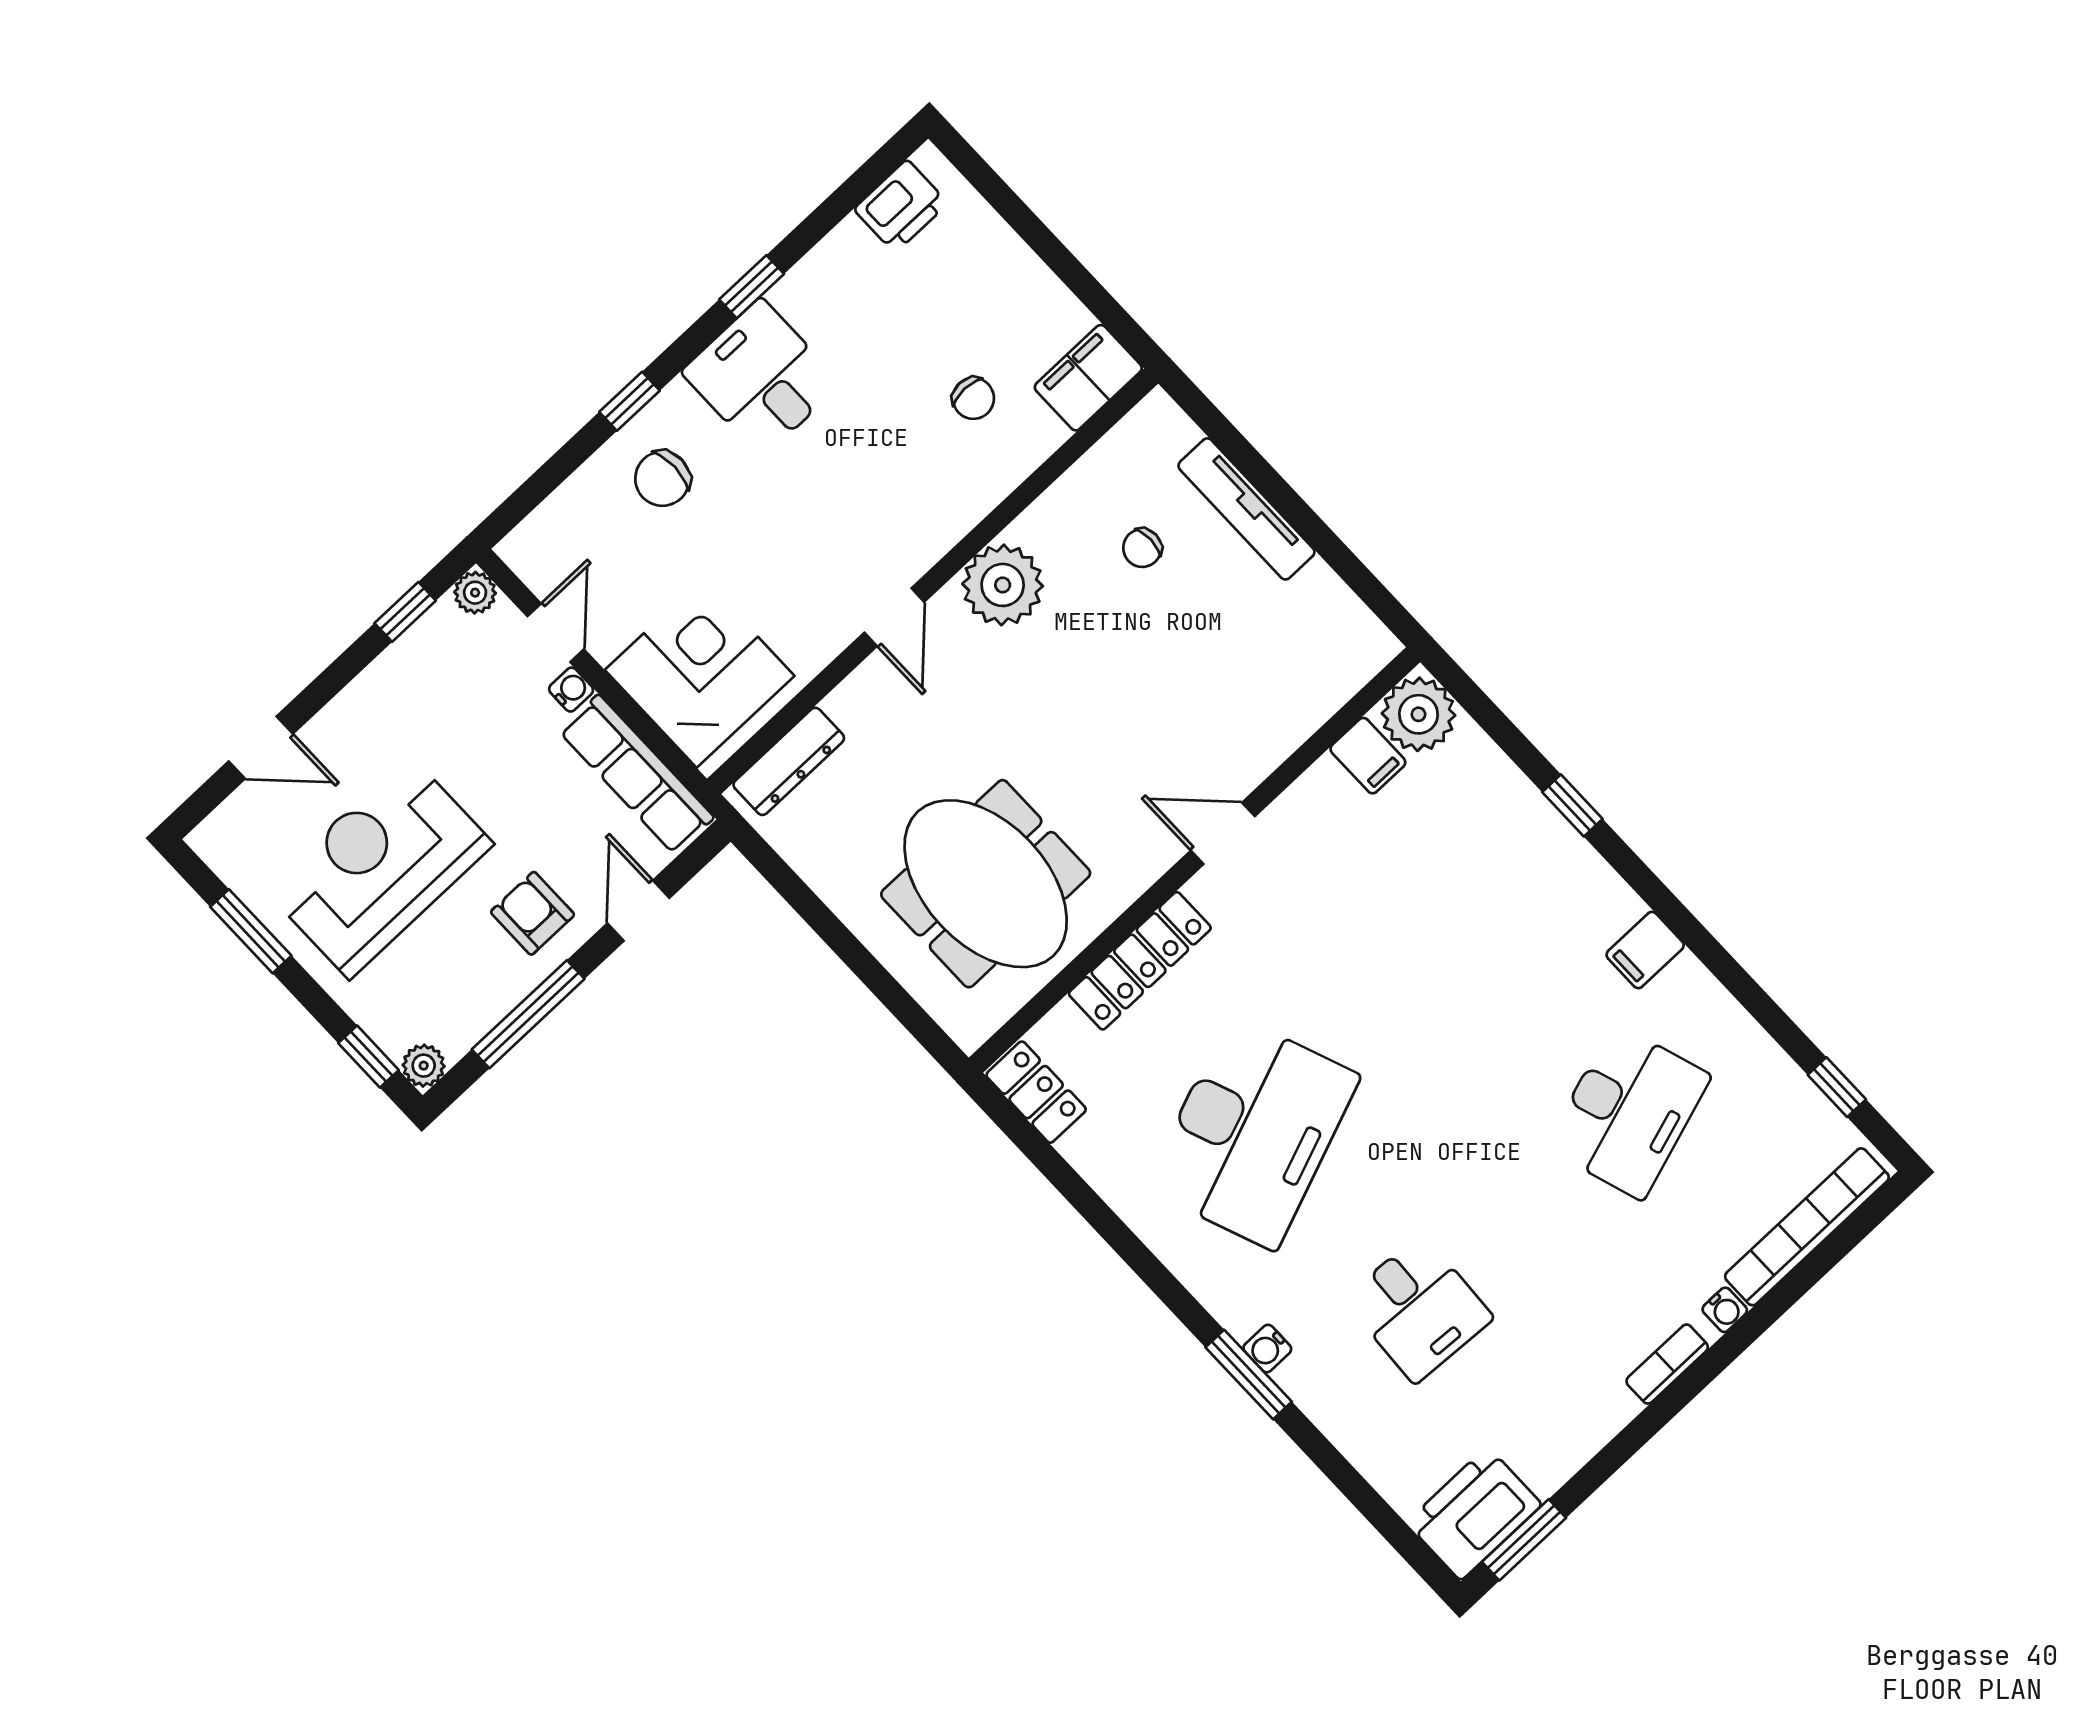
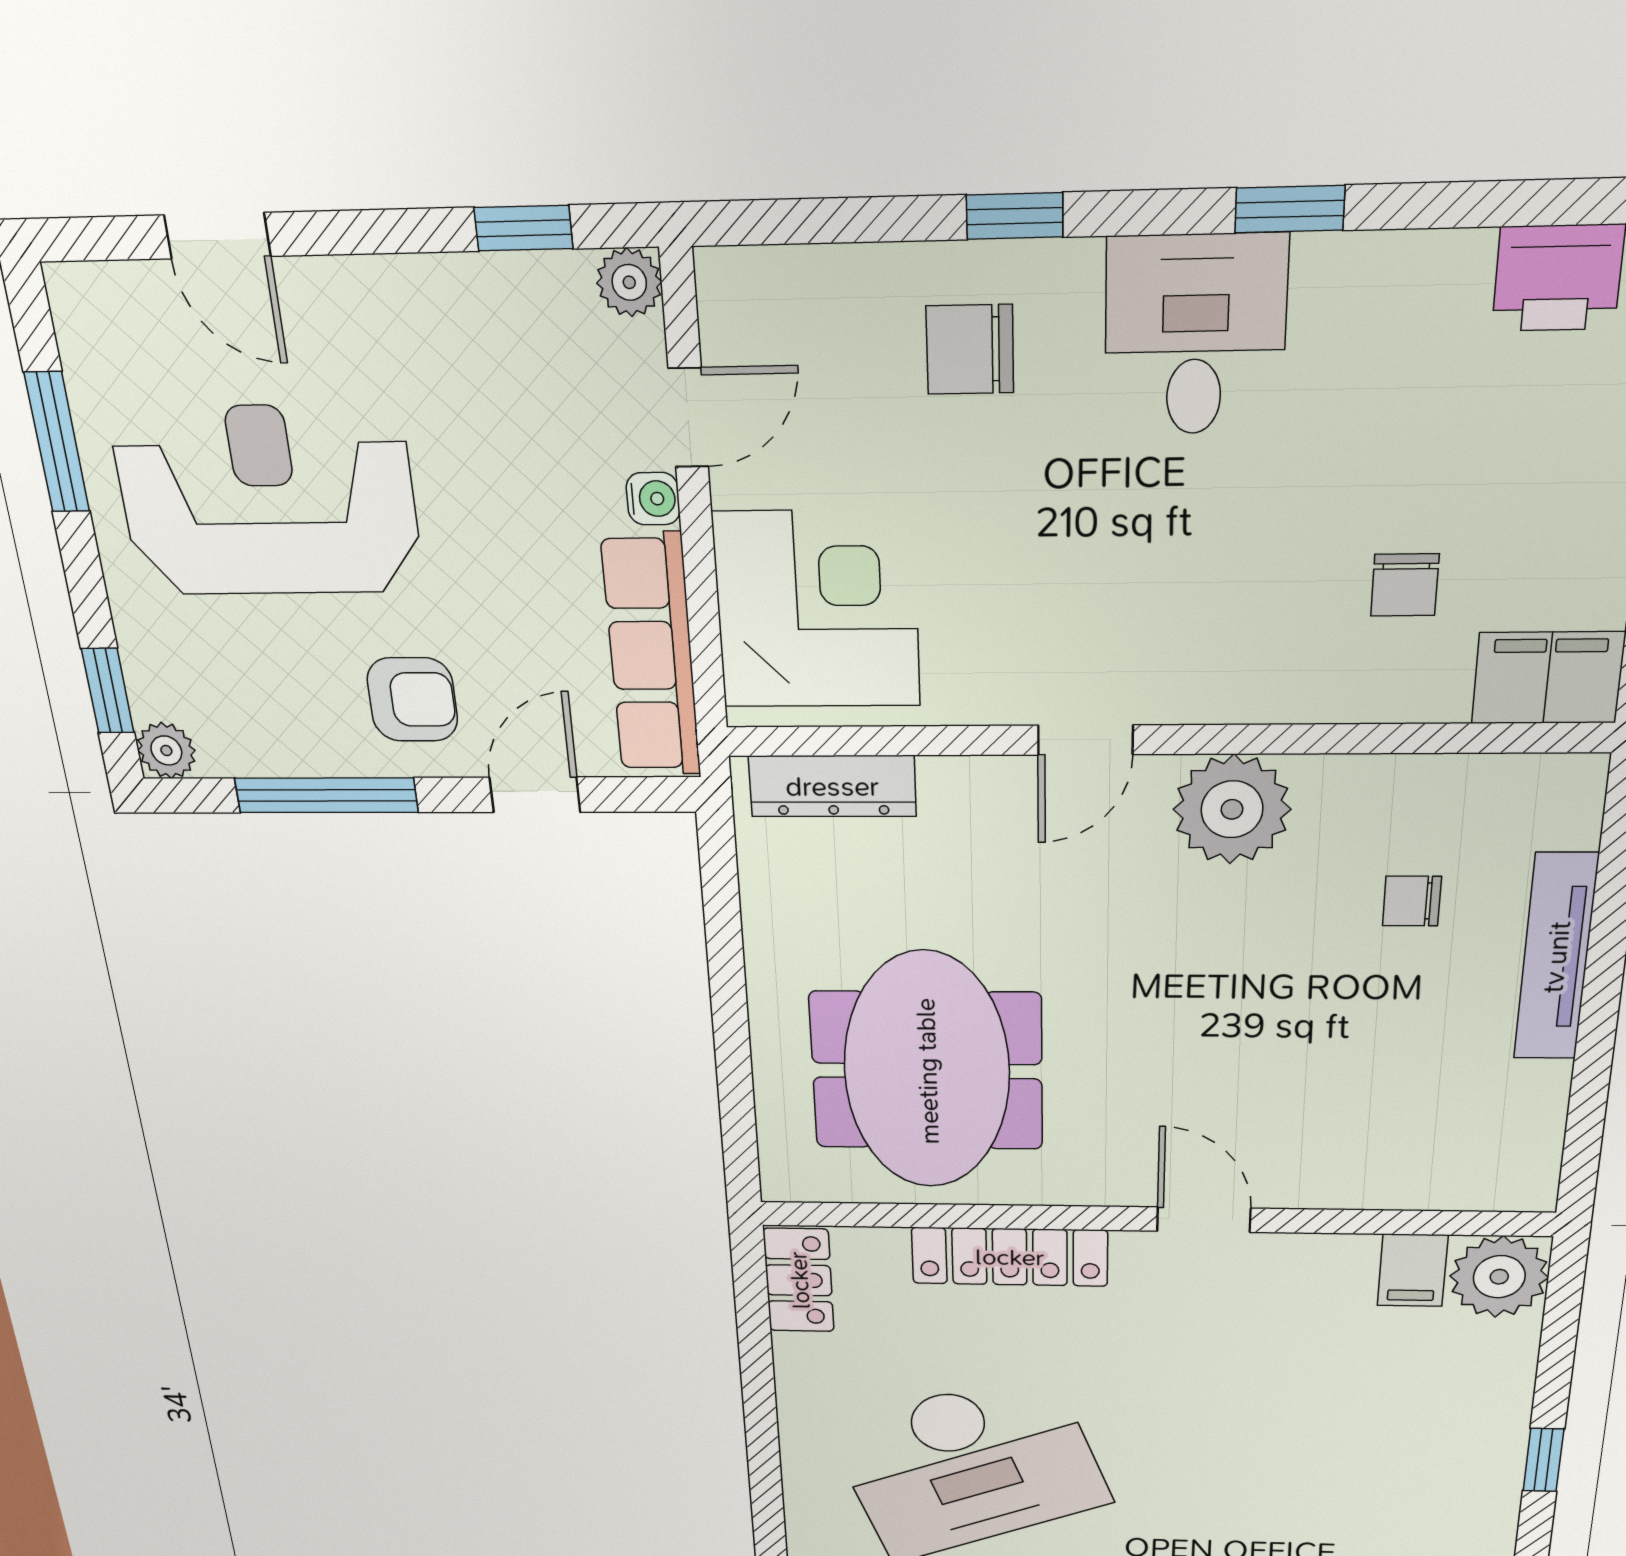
armchair: (533, 913) -> (412, 700), turned 90

